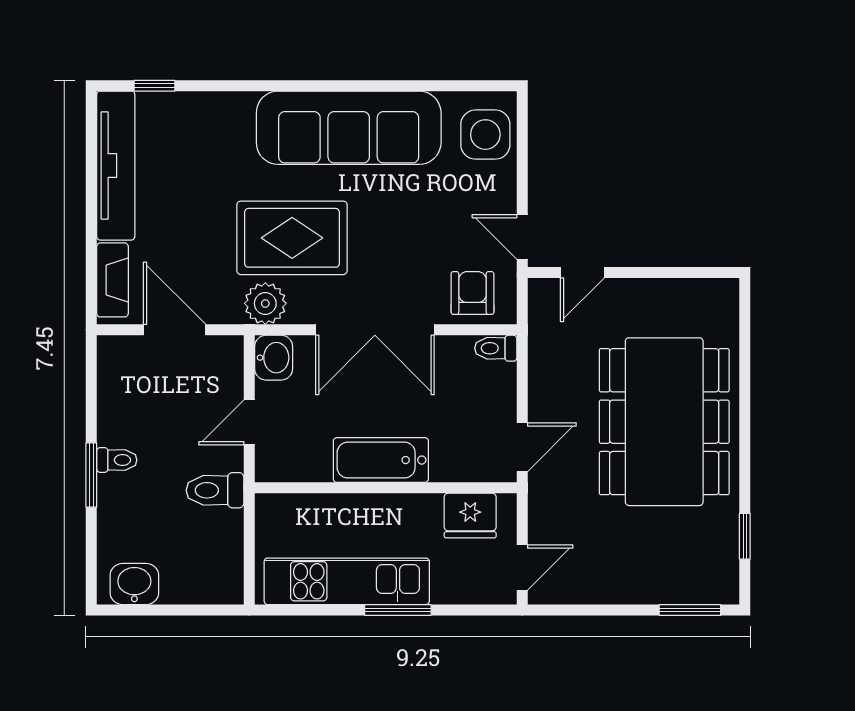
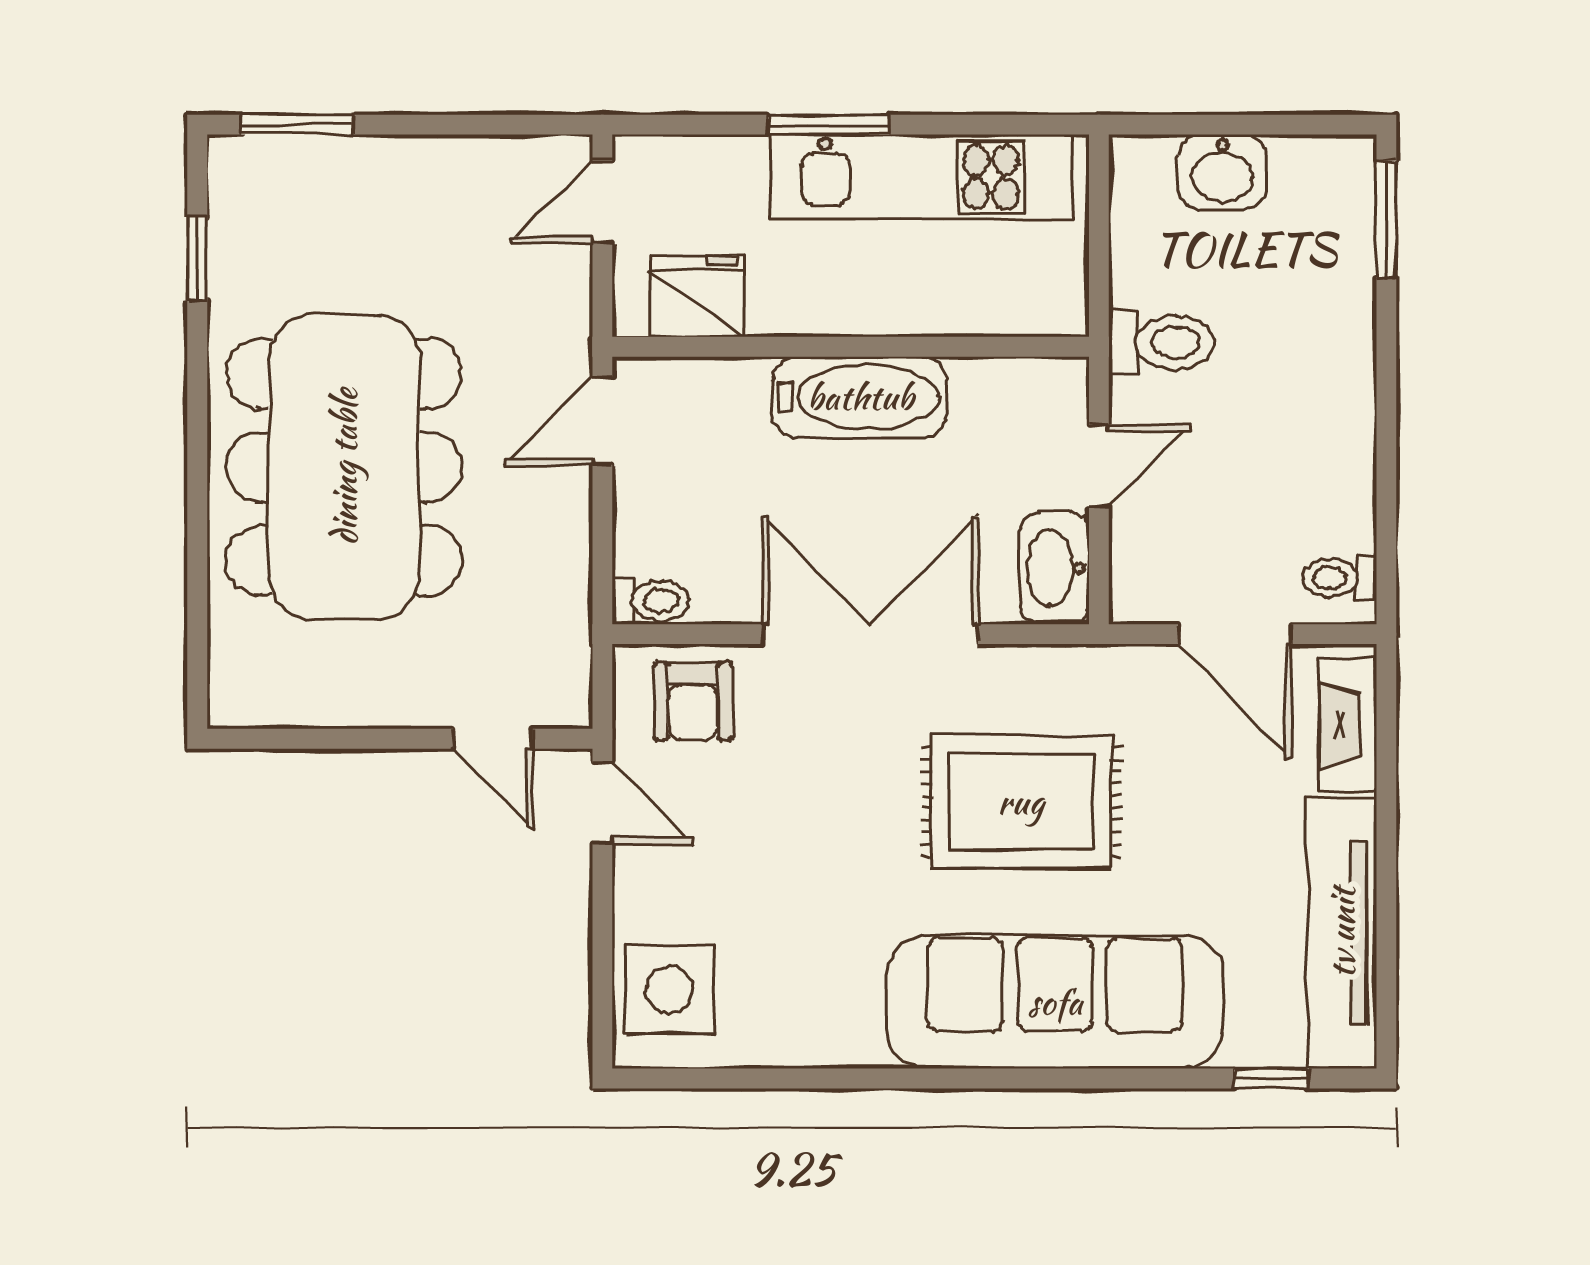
sofa: (349, 128) -> (1055, 1002), moved
door: (582, 272) -> (493, 739), swing flipped
plant: (265, 303) -> (1070, 682), removed
washbasin: (274, 358) -> (1055, 568), width x1.38
toilet: (117, 460) -> (1340, 578), moved
window: (91, 475) -> (1386, 219), moved
washbasin: (134, 584) -> (1222, 172), moved

